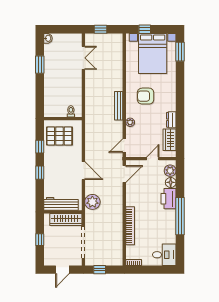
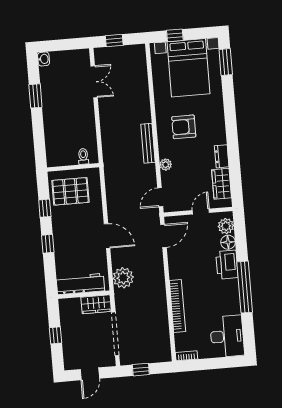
wardrobe: (66, 220) -> (96, 304), width x0.67
desk: (164, 255) -> (227, 336), width x1.37

